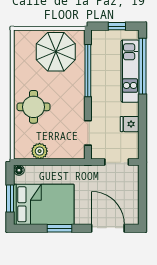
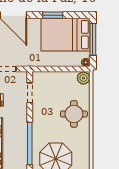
plant: (40, 151) -> (83, 78), moved
window: (10, 199) -> (93, 39), width x1.44

